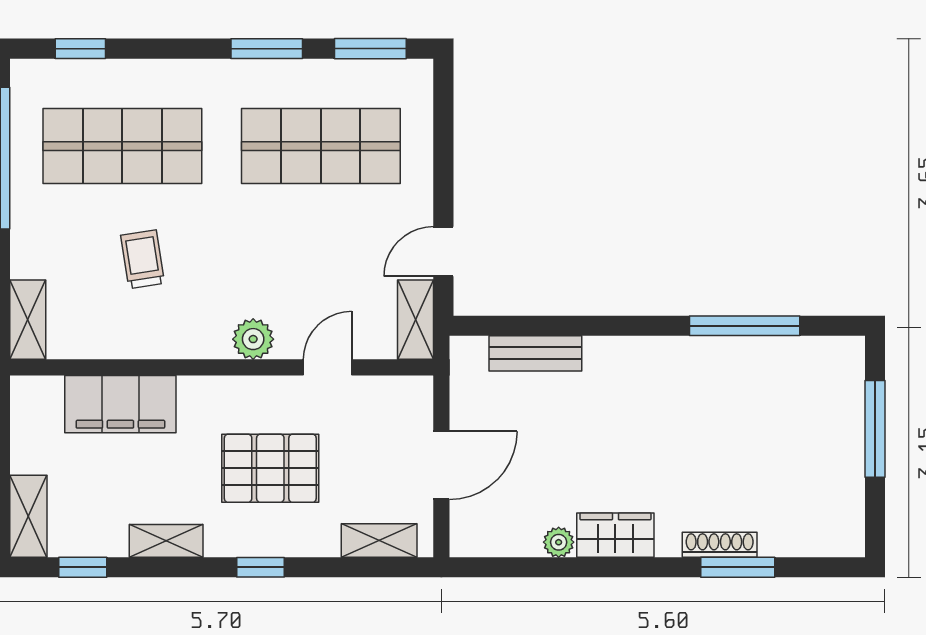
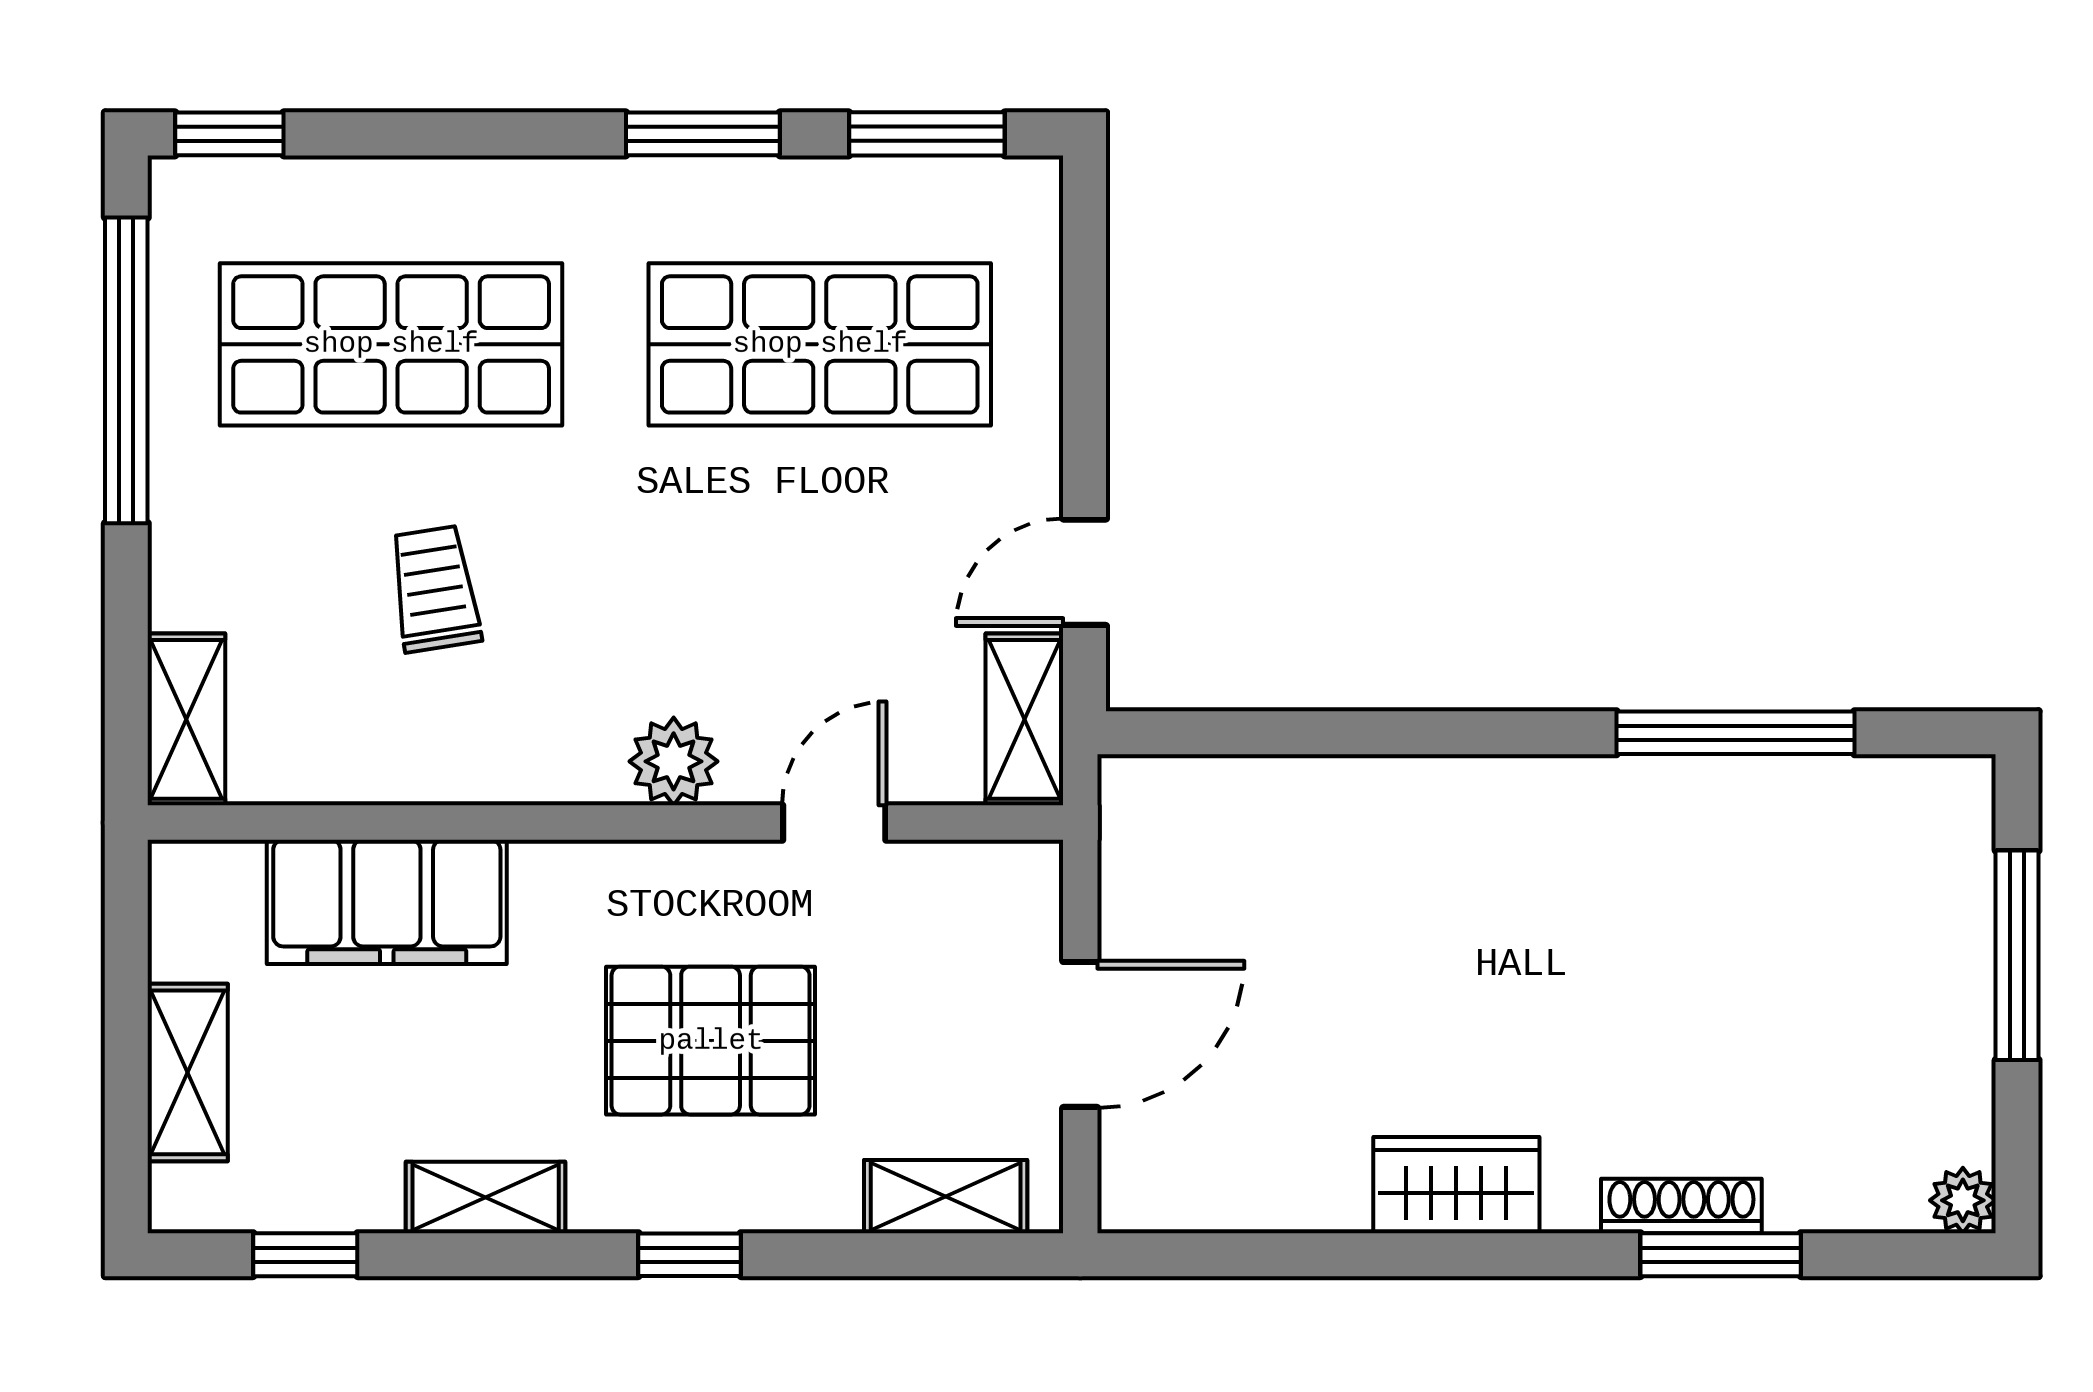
window: (80, 49) -> (229, 134), moved
bench: (535, 353) -> (1283, 792), removed
shelving: (28, 516) -> (188, 1072), moved
plant: (559, 542) -> (1963, 1200), moved

